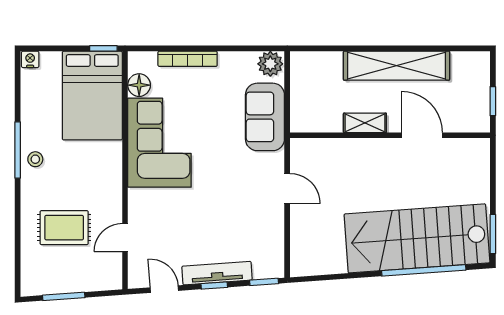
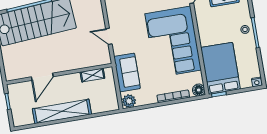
floor lamp: (139, 85) -> (199, 90), moved
shelving: (365, 123) -> (92, 75), moved
door: (422, 135) -> (42, 77), hinge flipped
corner sofa: (159, 143) -> (173, 42), width x1.36, depth x1.36

